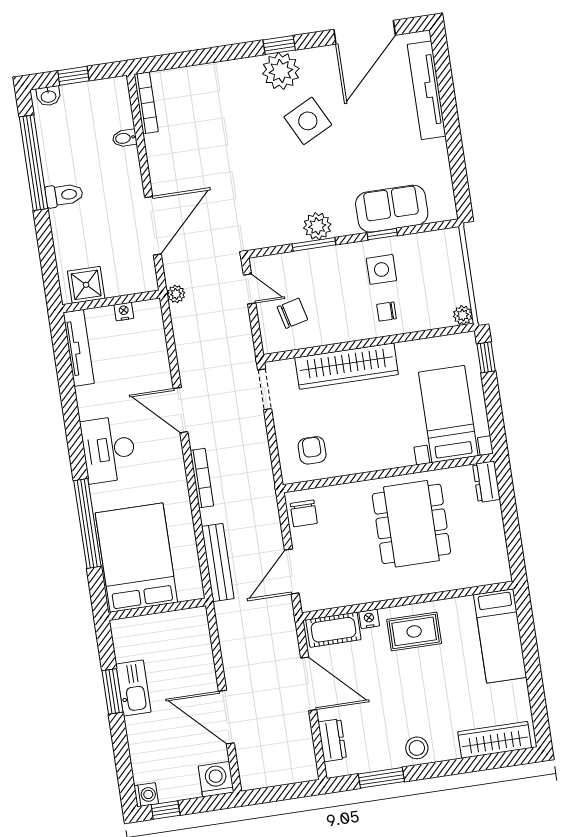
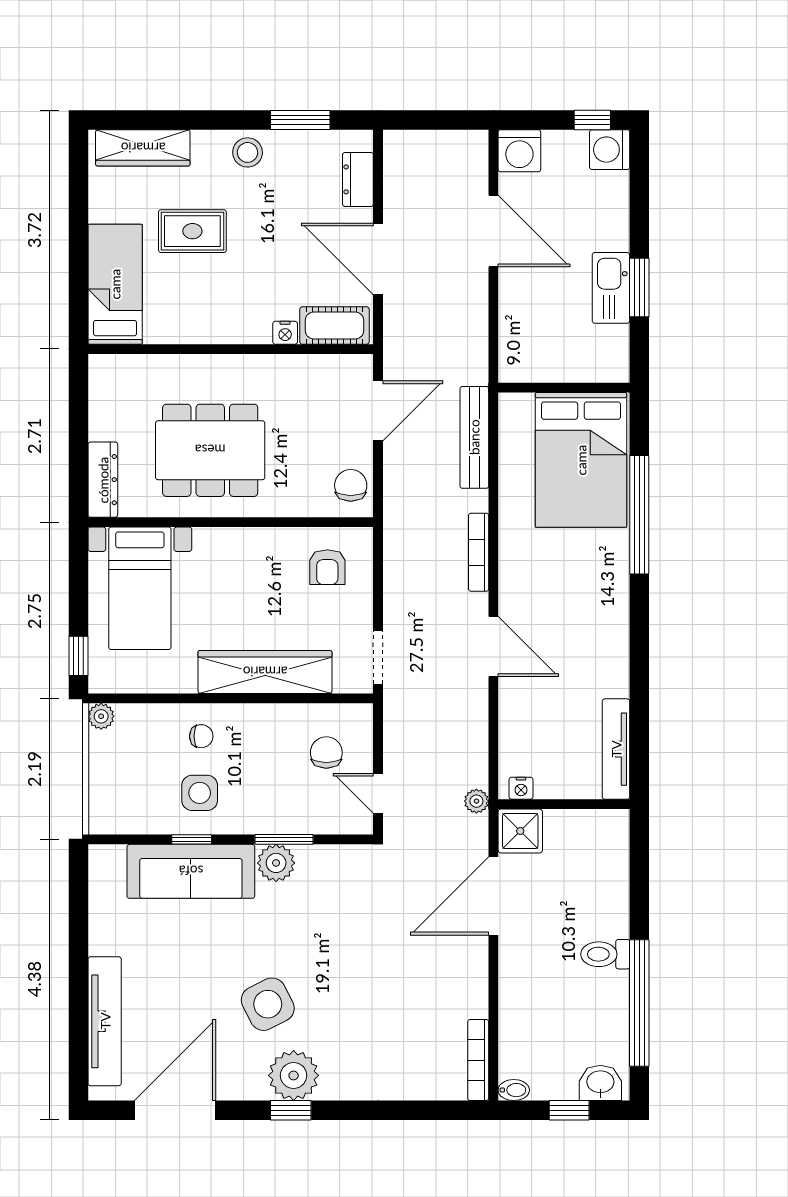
washbasin: (48, 96) -> (600, 1083), width x1.38, depth x1.45
bidet: (125, 138) -> (514, 1090), moved
sofa: (392, 209) -> (191, 871), width x1.36
shower: (86, 285) -> (520, 831), moved
nightstand: (124, 311) -> (521, 788), moved
chair: (292, 313) -> (326, 752), turned 104
desk: (109, 449) -> (596, 609), removed
dresser: (486, 482) -> (103, 480), width x1.44
dining table: (411, 524) -> (210, 450), turned 90
rug: (414, 631) -> (192, 231), moved
washing machine: (146, 795) -> (610, 150), width x1.38, depth x1.38

